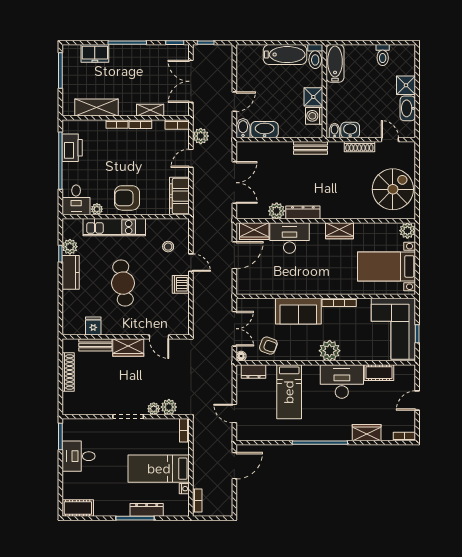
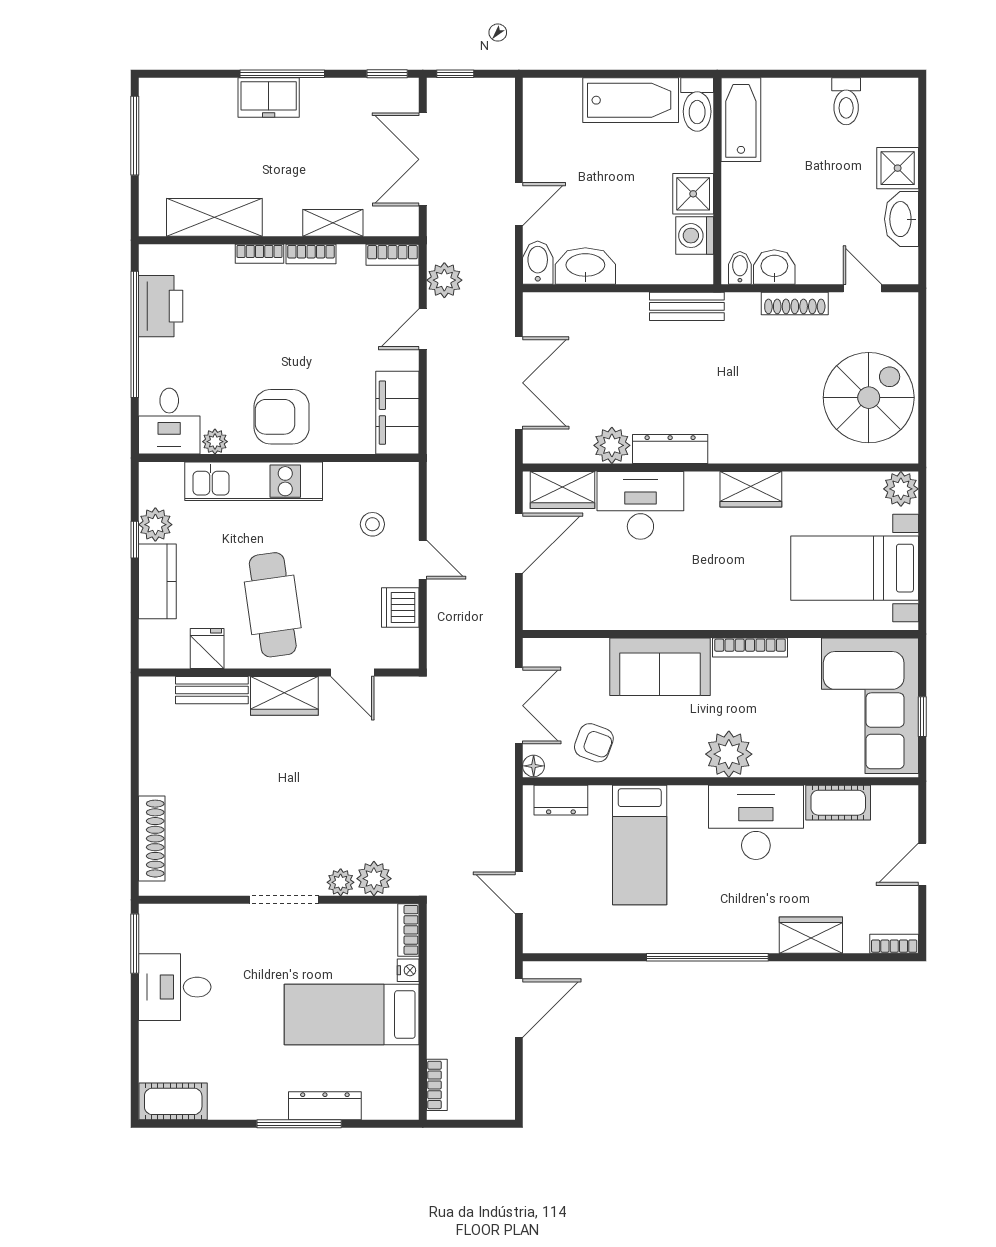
freezer: (95, 53) -> (269, 97), moved
fridge: (93, 326) -> (207, 648), moved
wall: (126, 337) -> (279, 672), moved
door: (159, 337) -> (352, 672), moved
bench: (95, 345) -> (212, 690), moved
wardrobe: (128, 347) -> (284, 696), moved
shoe rack: (68, 372) -> (152, 839), moved
nightstand: (184, 489) -> (408, 970), moved

